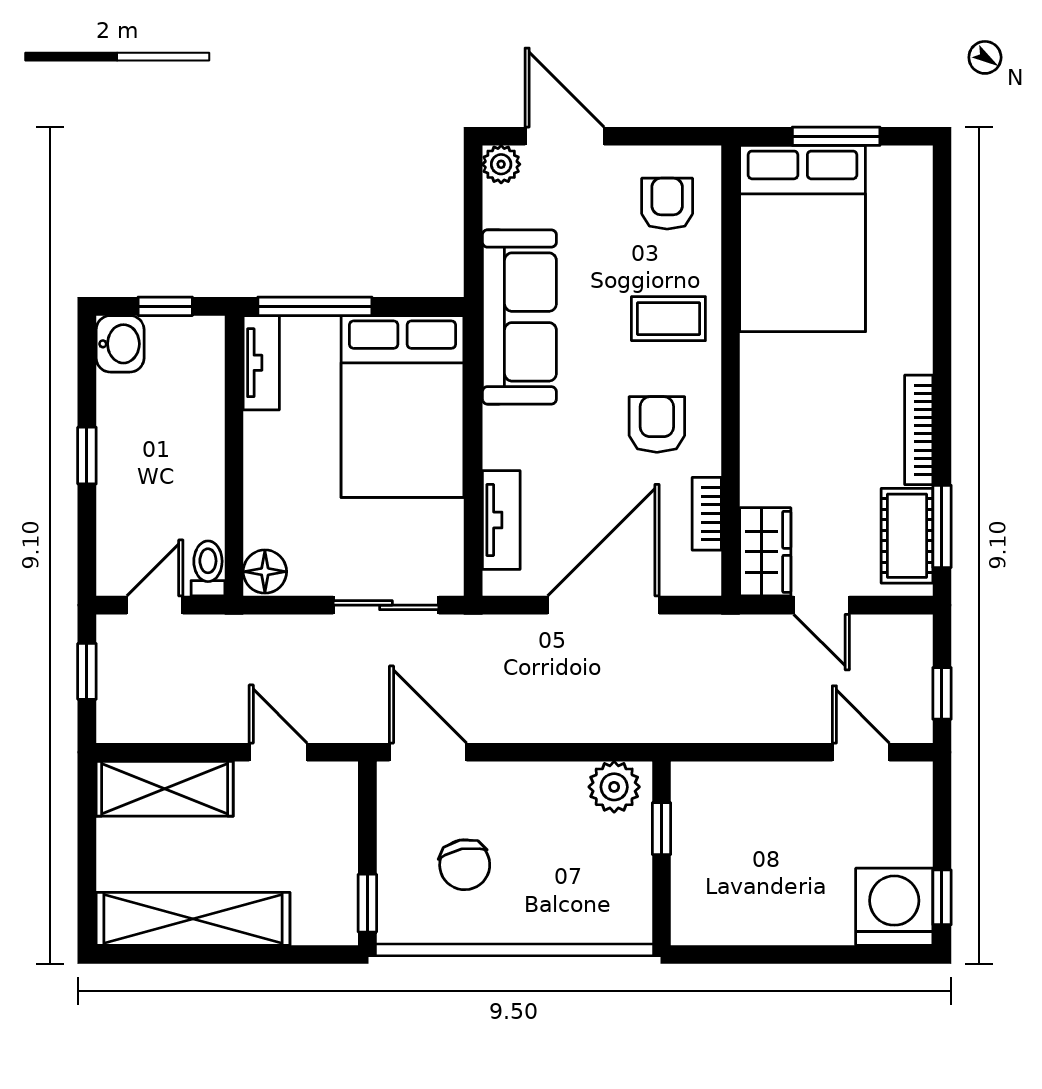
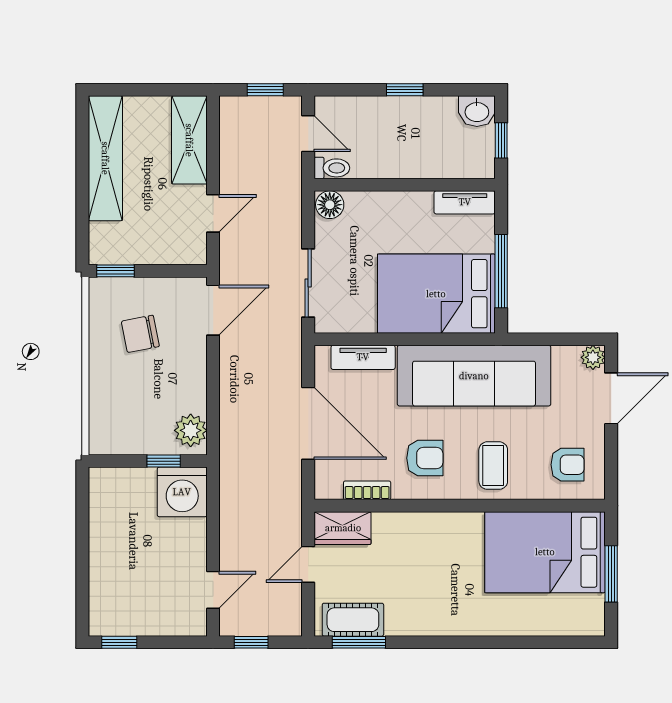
window: (315, 306) -> (501, 271), moved
sofa: (519, 317) -> (474, 376), width x1.36, depth x1.27
bookcase: (919, 430) -> (421, 627), removed
washing machine: (894, 907) -> (182, 492), moved, turned 90

